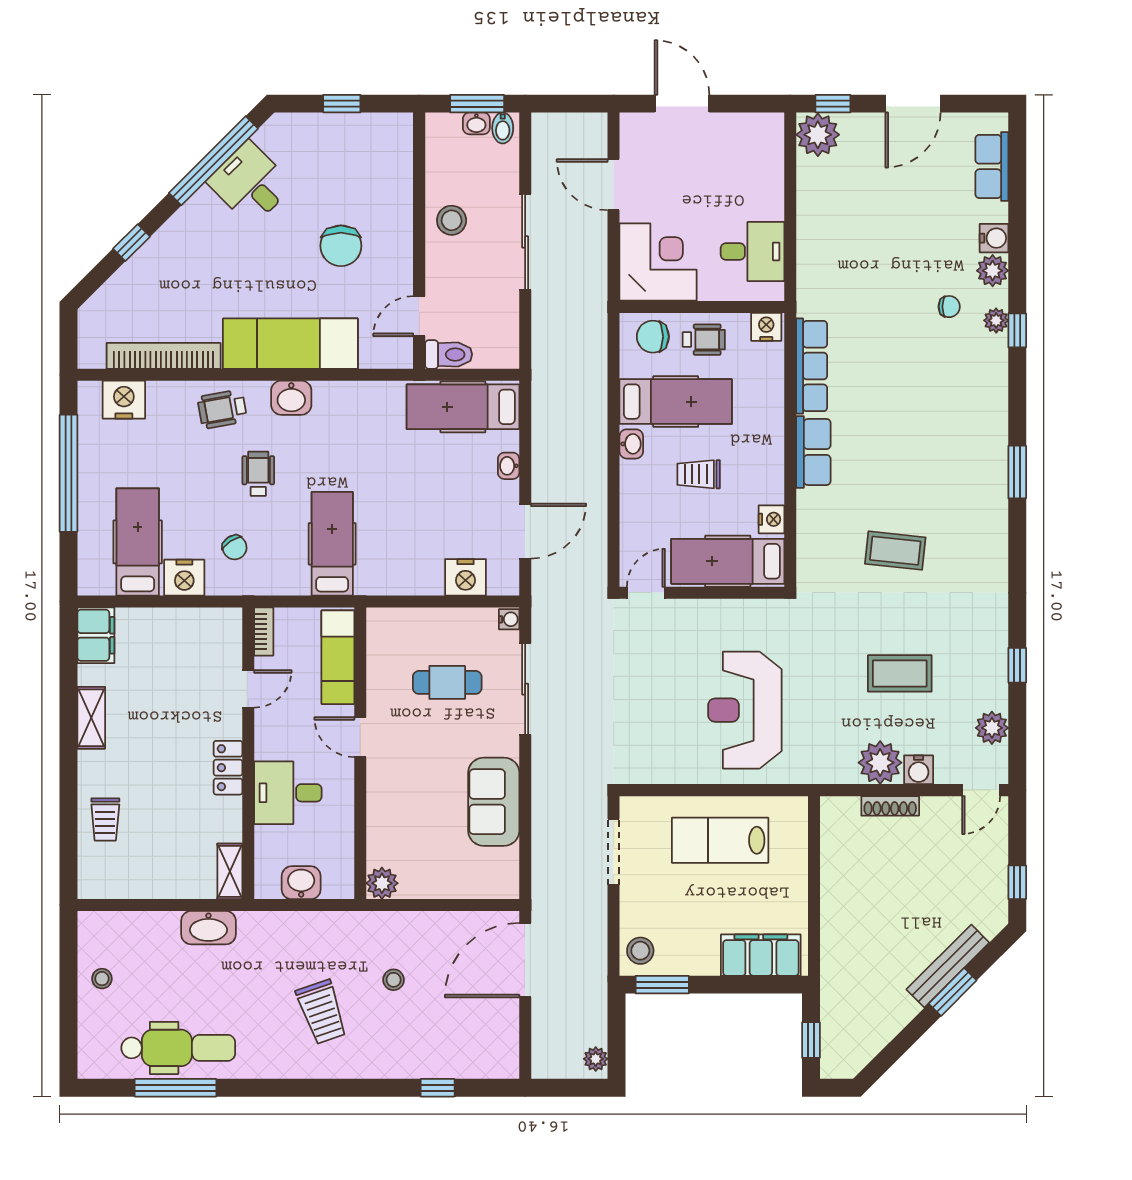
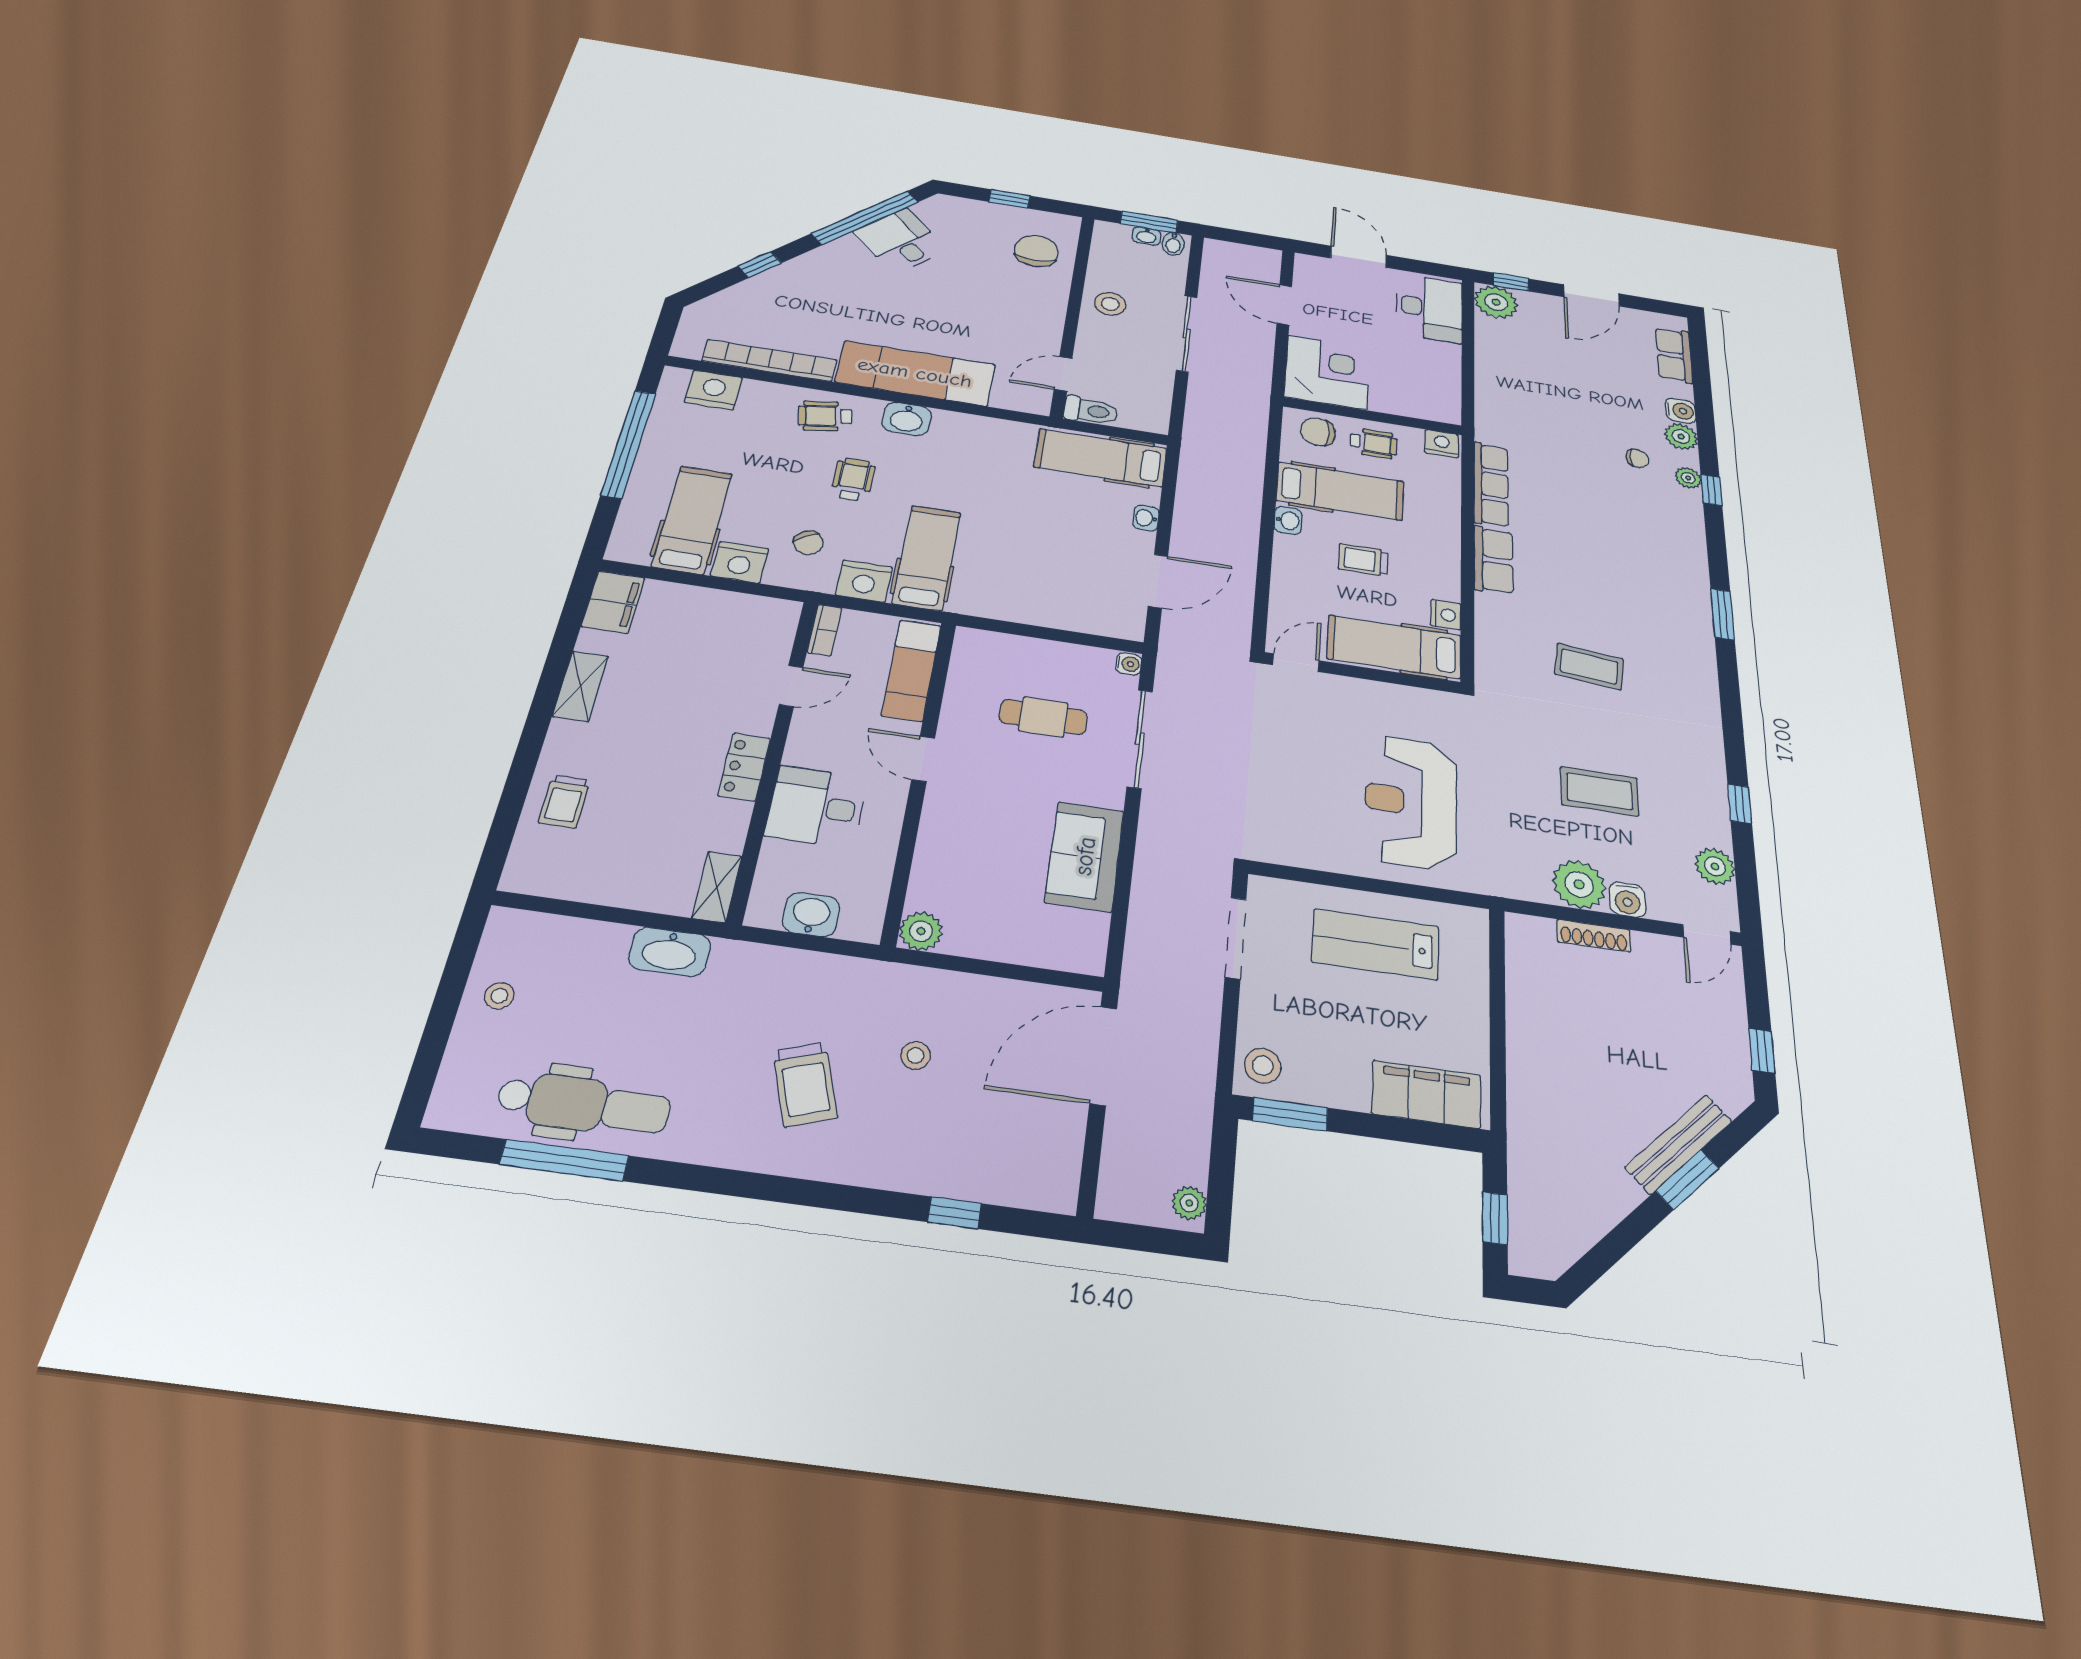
chair: (341, 246) -> (1036, 251), moved, turned 180
desk: (753, 251) -> (1429, 308), moved, width x1.37
nightstand: (465, 577) -> (864, 581), moved

